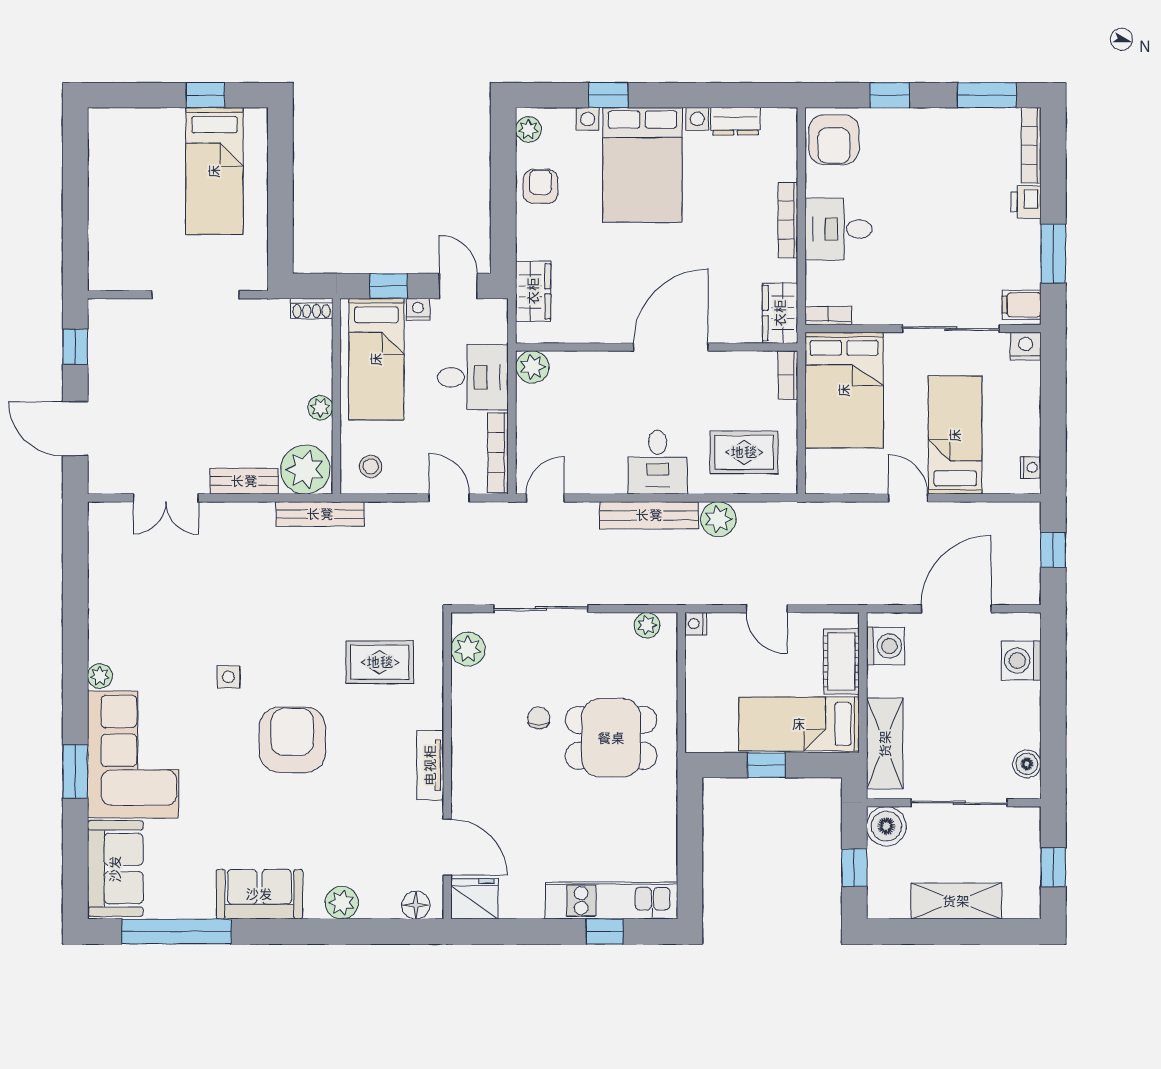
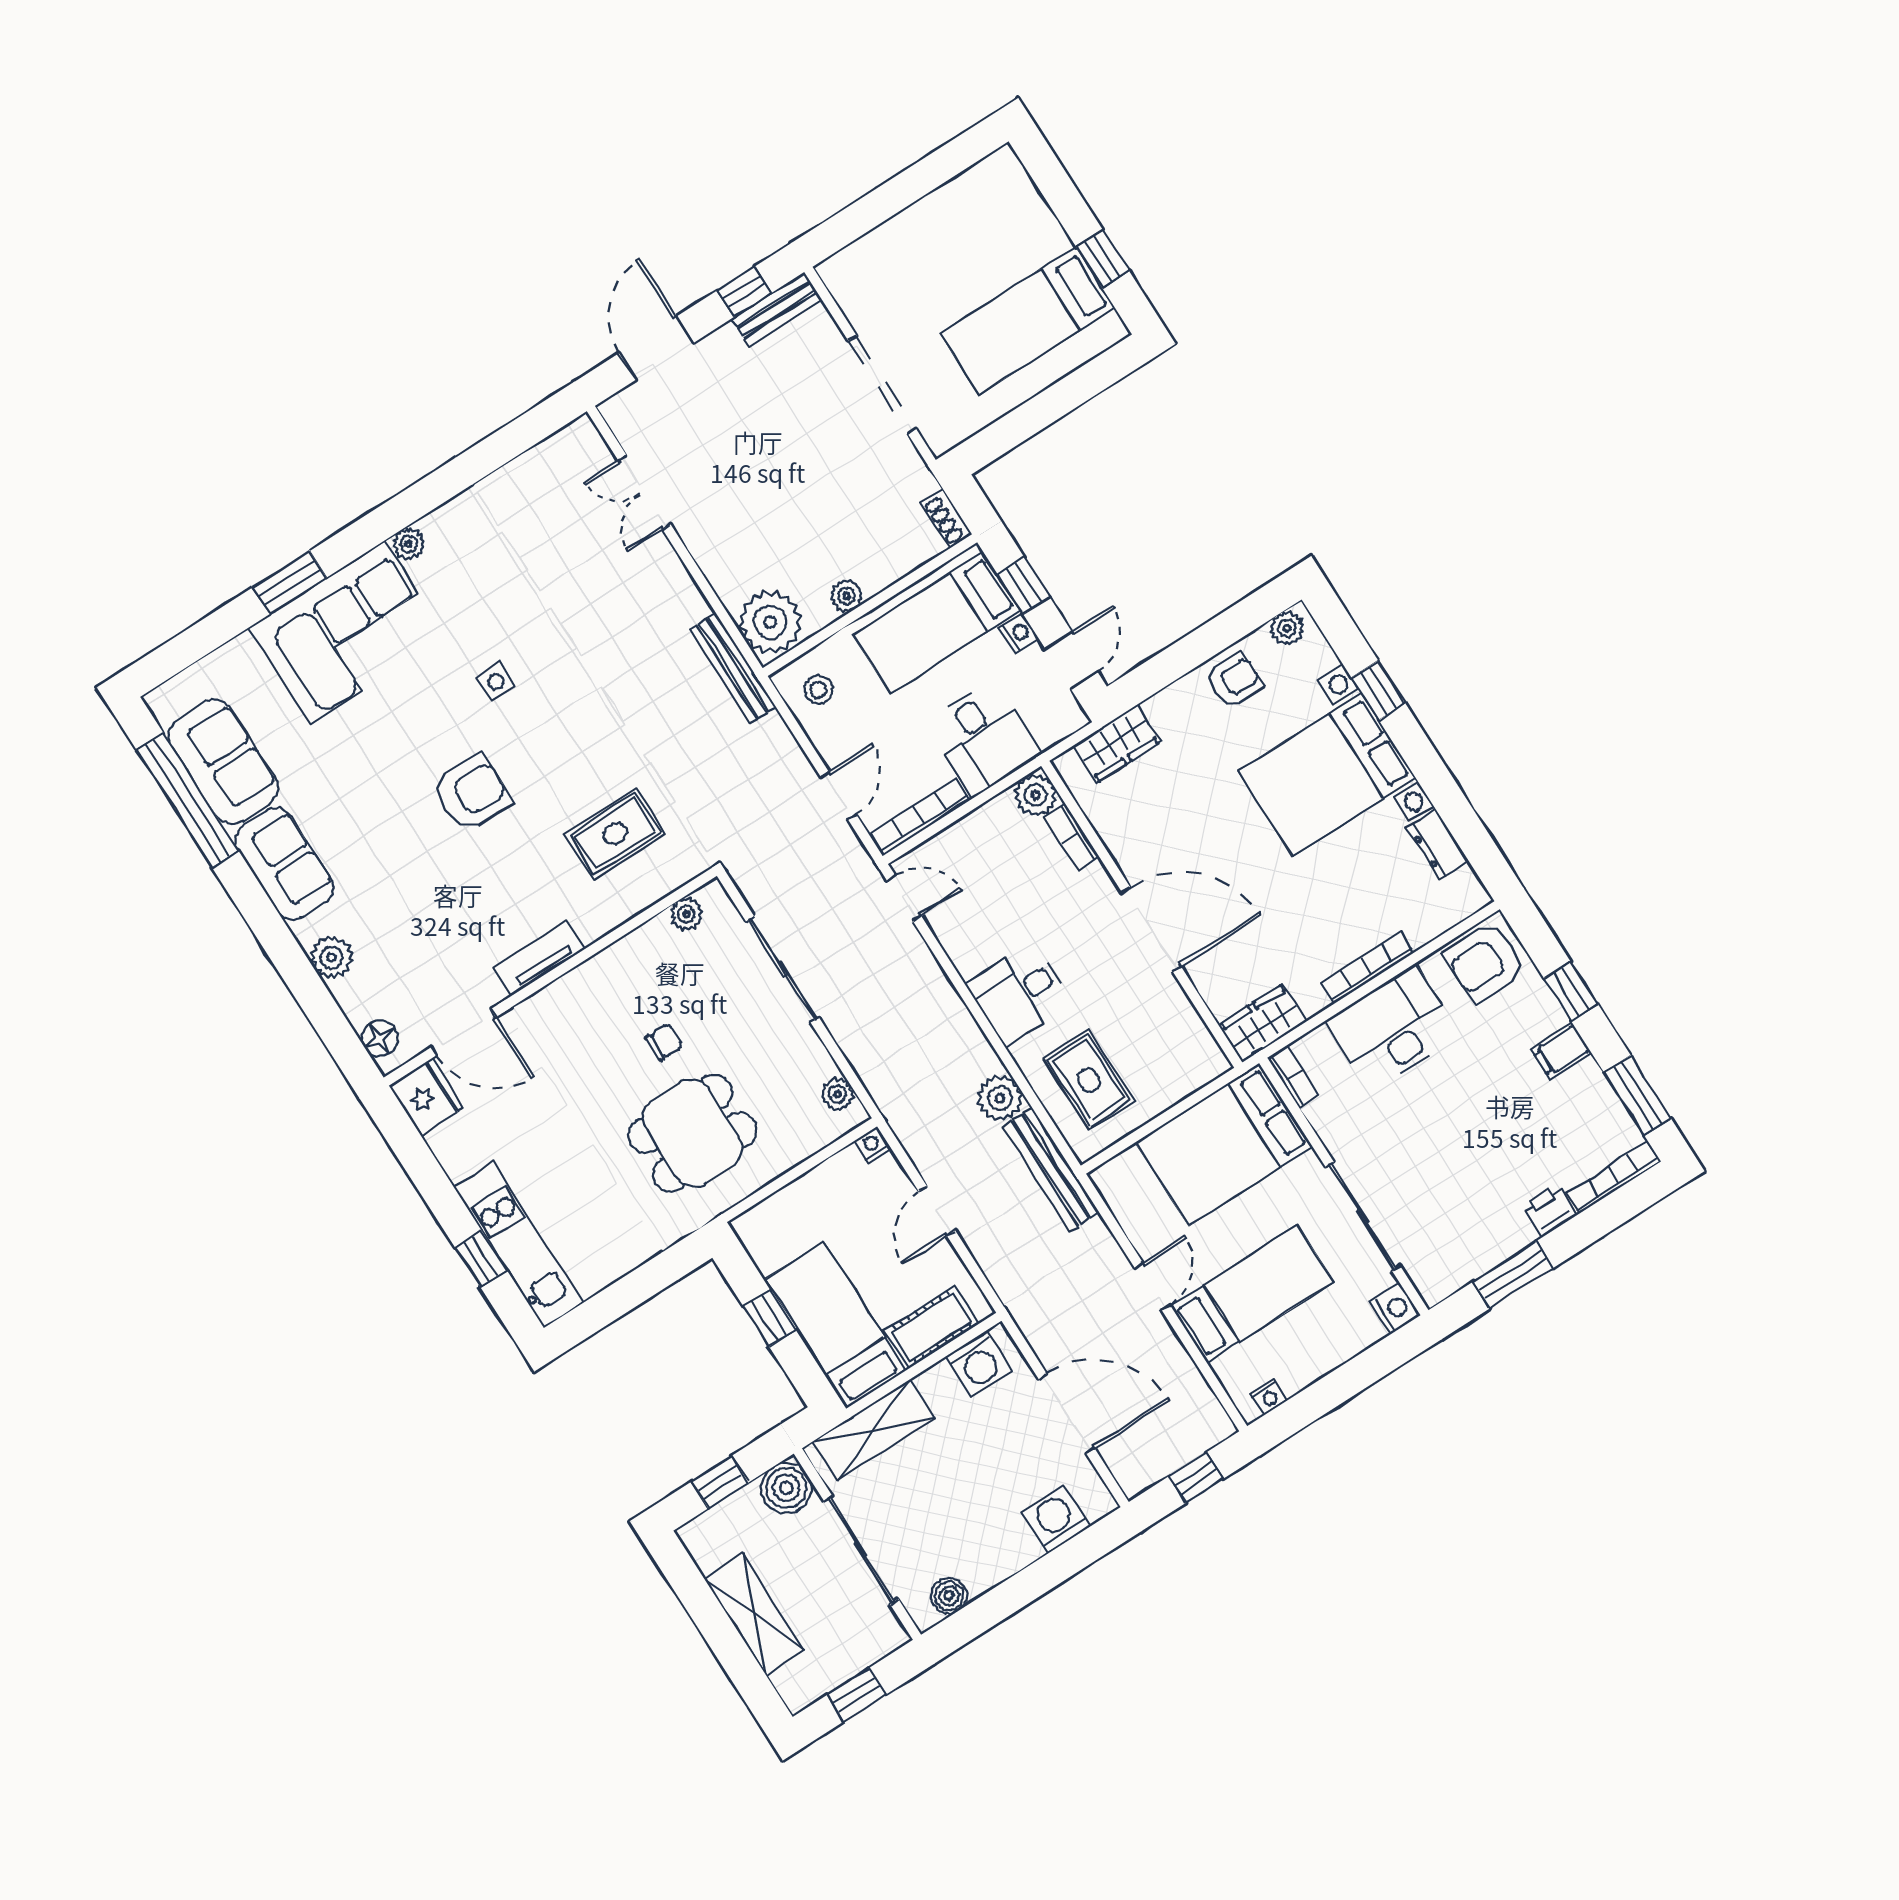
desk: (839, 229) -> (1393, 1028), width x1.37
filing cabinet: (1021, 305) -> (1561, 1051), moved, turned -90
bookcase: (788, 375) -> (1072, 837), moved, turned -90
bench: (244, 481) -> (777, 309), moved, turned 90
bench: (649, 515) -> (1051, 1169), moved
plant: (468, 649) -> (686, 914), width x0.73, depth x0.73
rug: (380, 662) -> (615, 834), turned 90
dining table: (611, 738) -> (692, 1133), turned 90
armchair: (292, 740) -> (472, 793), width x0.73, depth x0.73
door: (447, 847) -> (463, 1032), hinge flipped
sofa: (115, 869) -> (223, 762), moved, turned -90

